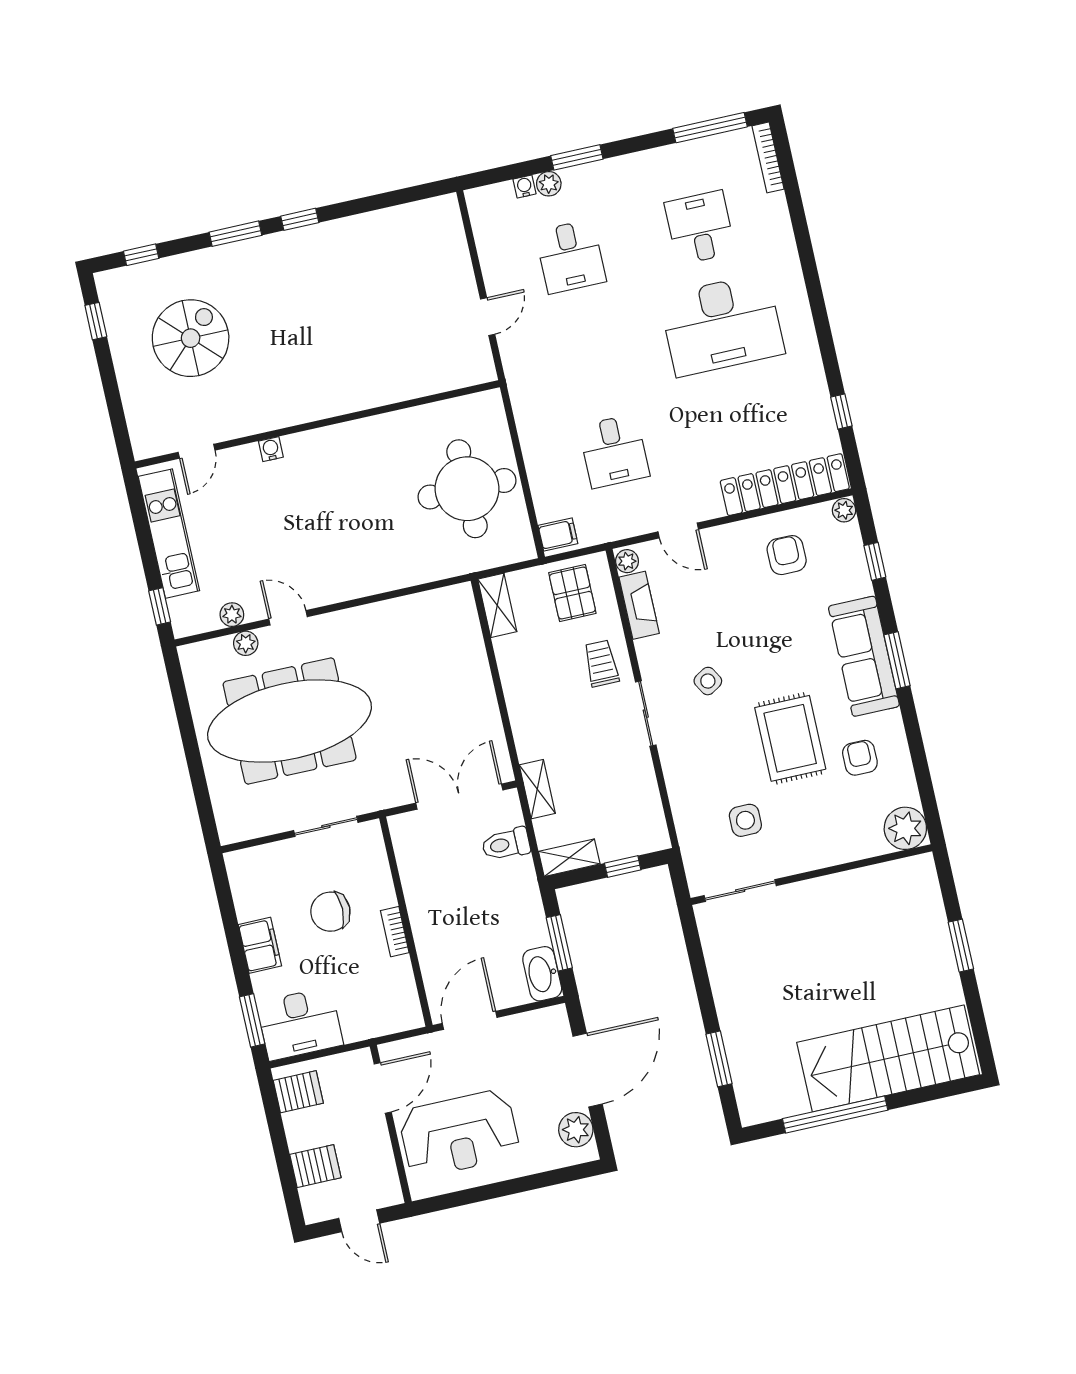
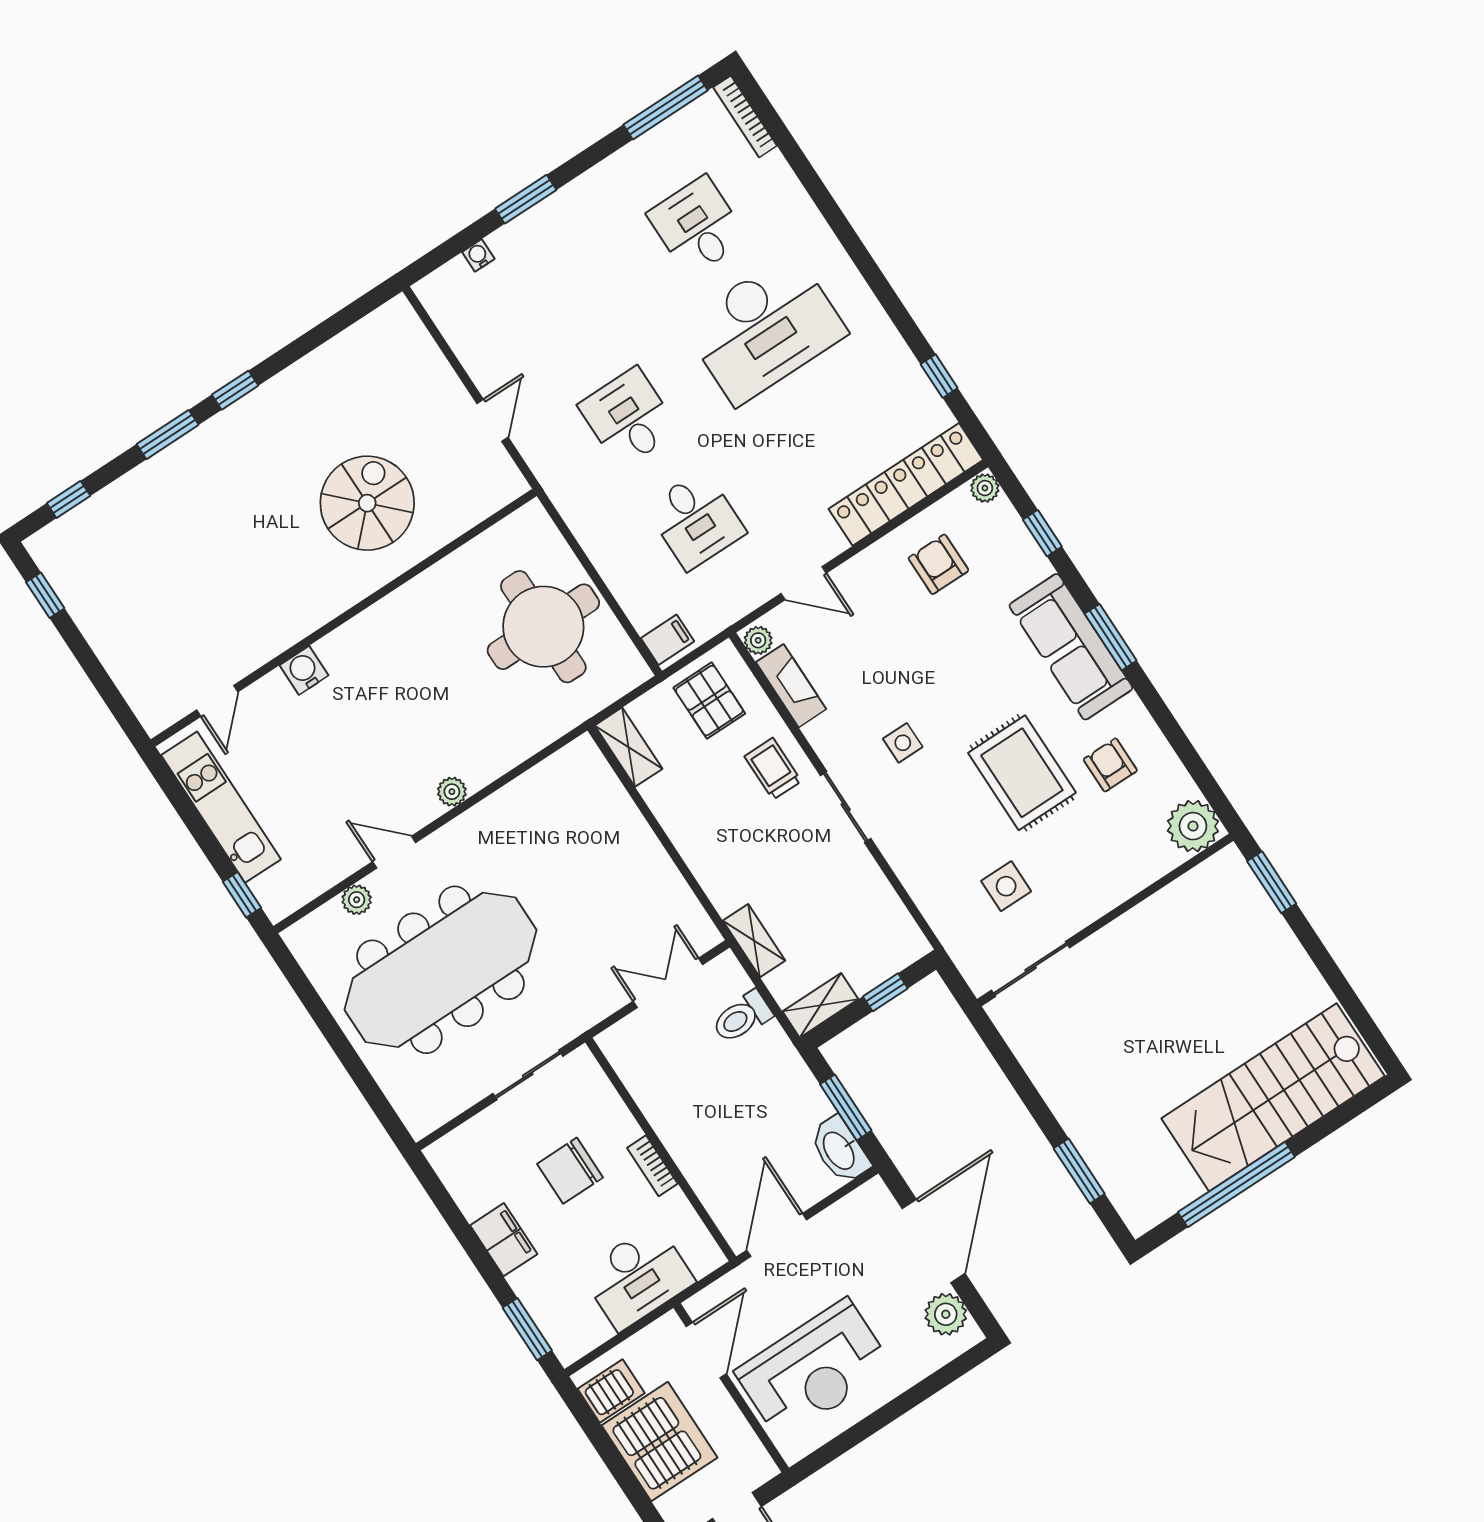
plant: (549, 184) -> (505, 242), removed
desk: (571, 257) -> (629, 418), moved, turned 180
spiral stairs: (191, 338) -> (367, 503), moved
water cooler: (271, 449) -> (304, 670), width x1.38, depth x1.38
plant: (232, 615) -> (452, 792), moved
side table: (708, 681) -> (903, 743), turned 31
double door: (459, 797) -> (668, 983), width x0.73
window: (961, 946) -> (1272, 882), moved
desk: (300, 1024) -> (637, 1277), moved
server rack: (315, 1166) -> (659, 1442), width x2.18, depth x1.44

